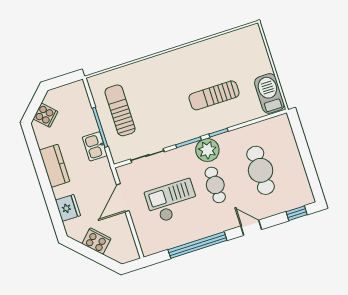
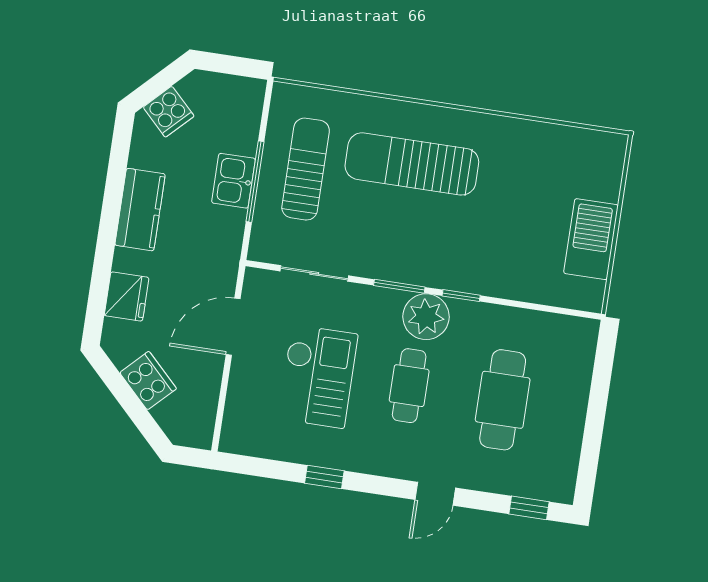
barbecue: (269, 94) -> (591, 239), moved
sun lounger: (214, 95) -> (412, 164), moved, width x1.36, depth x1.34
kitchen sink: (95, 146) -> (233, 181), moved
checkout: (172, 201) -> (318, 376), turned 90
door: (251, 228) -> (435, 494), swing flipped
window: (197, 245) -> (324, 477), width x0.32

